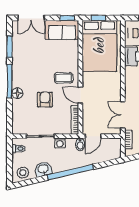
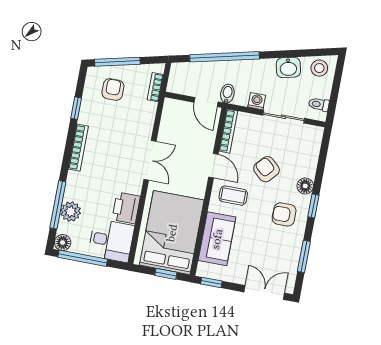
sofa: (62, 30) -> (217, 239), moved, turned 90
armchair: (28, 72) -> (284, 214), added
window: (10, 81) -> (313, 206), width x0.46
armchair: (45, 99) -> (267, 169), turned 132
double door: (123, 115) -> (150, 160), moved
door: (93, 136) -> (206, 102), swing flipped
window: (70, 172) -> (225, 57), moved

